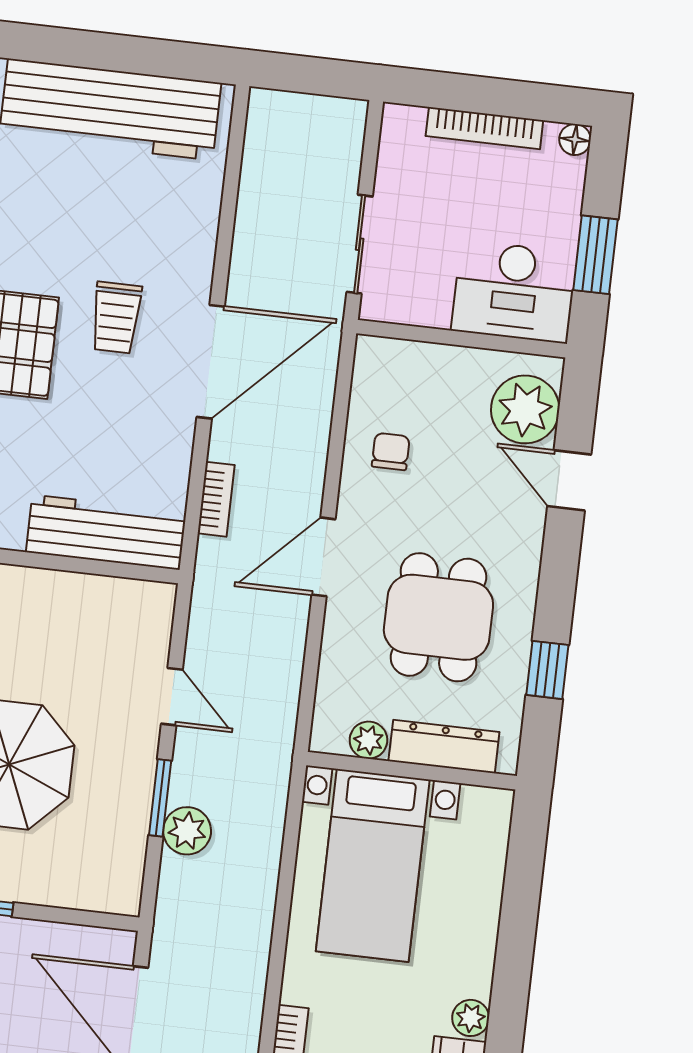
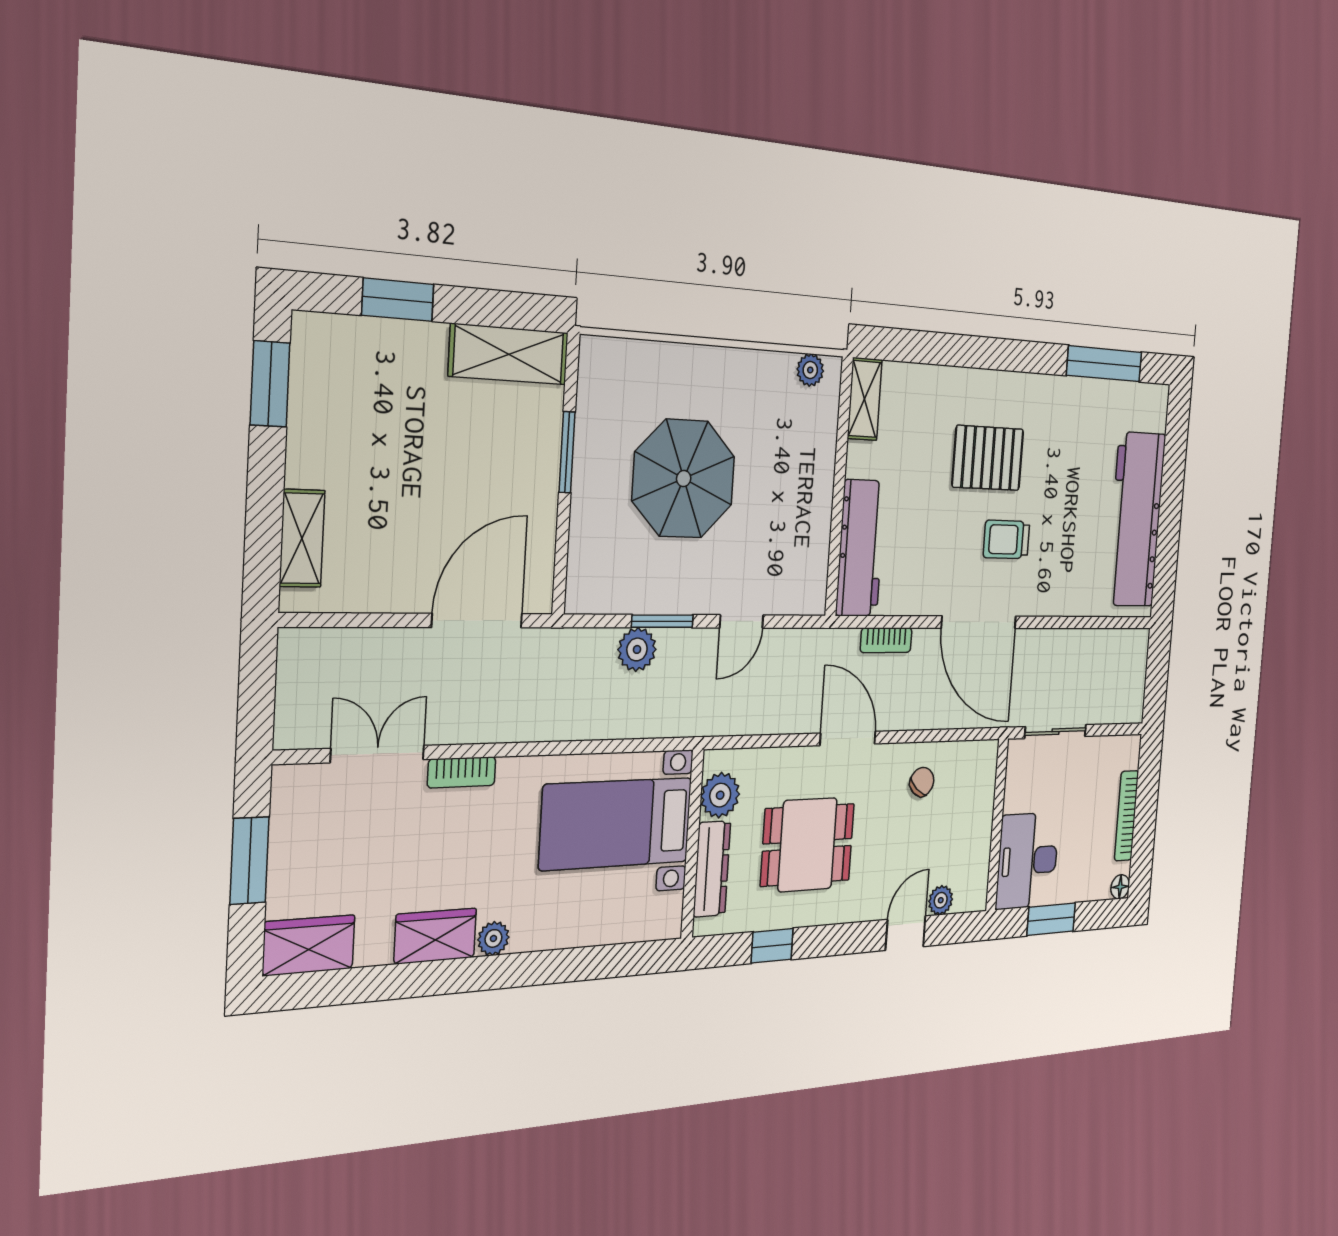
plant: (525, 409) -> (941, 900), width x0.53, depth x0.53
chair: (391, 451) -> (922, 782), turned -49
plant: (368, 740) -> (720, 795), width x1.38, depth x1.38

